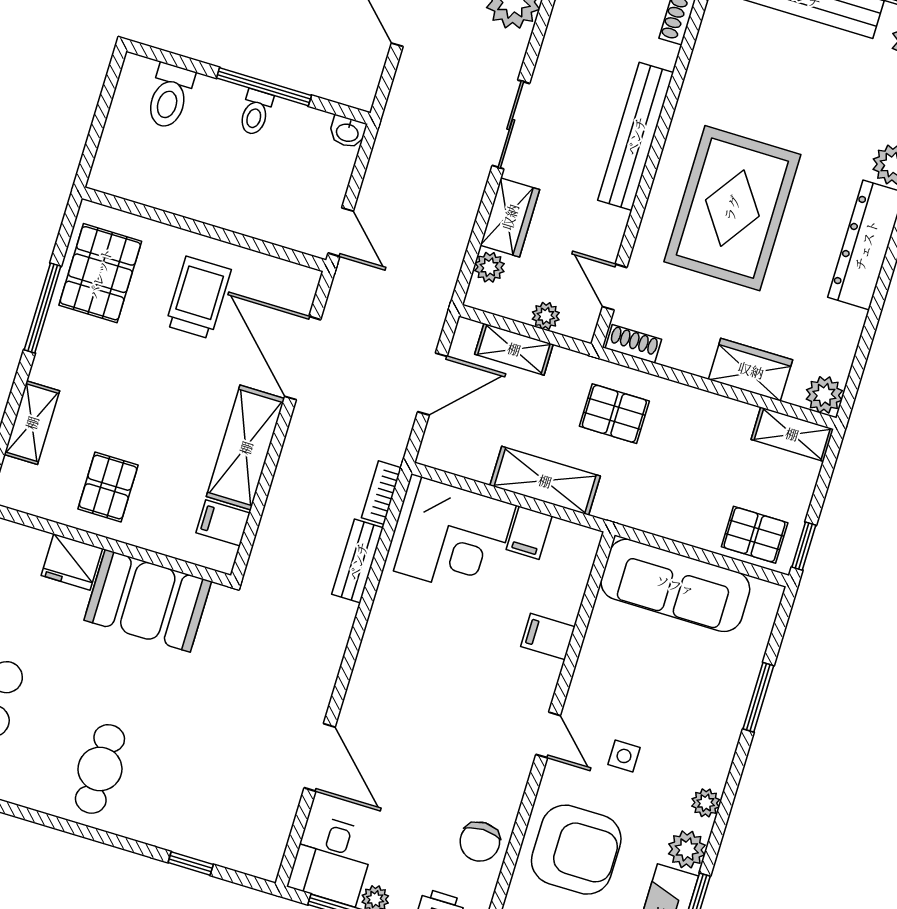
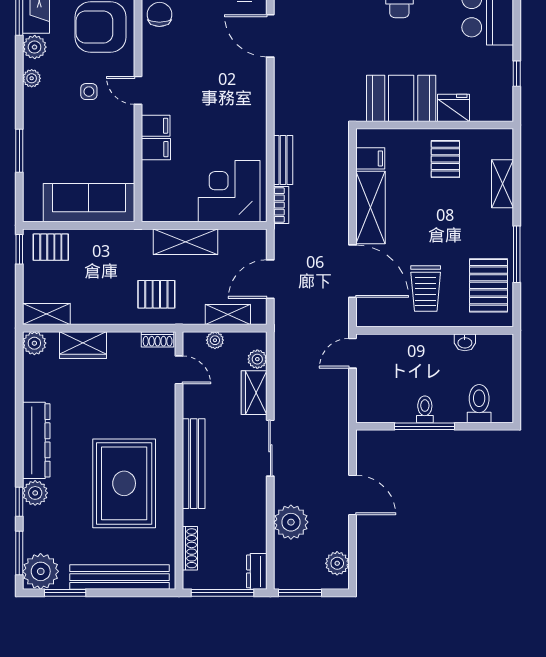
washbasin: (347, 132) -> (465, 342), moved, turned 180
rug: (732, 208) -> (124, 483), moved
door: (341, 232) -> (352, 353), hinge flipped
filing cabinet: (529, 533) -> (156, 126), moved, turned 90

